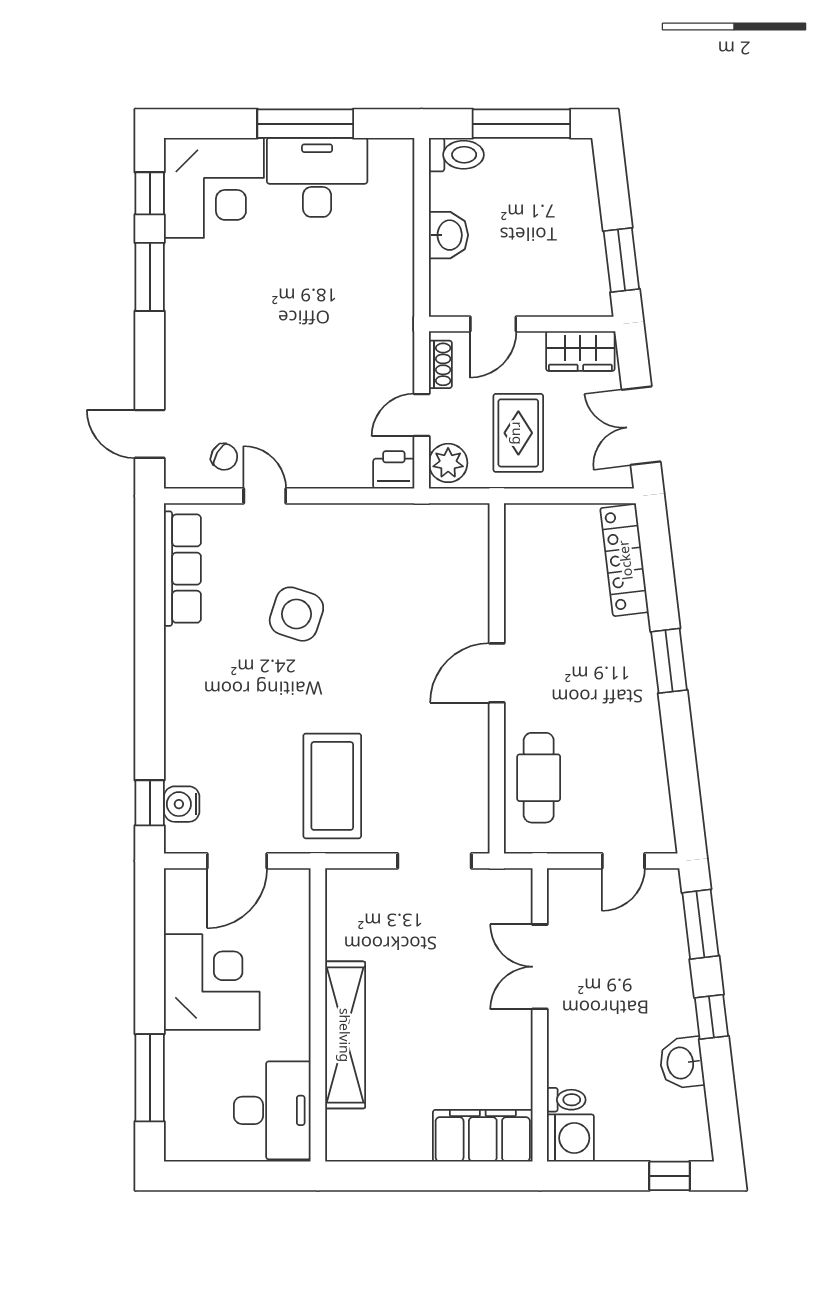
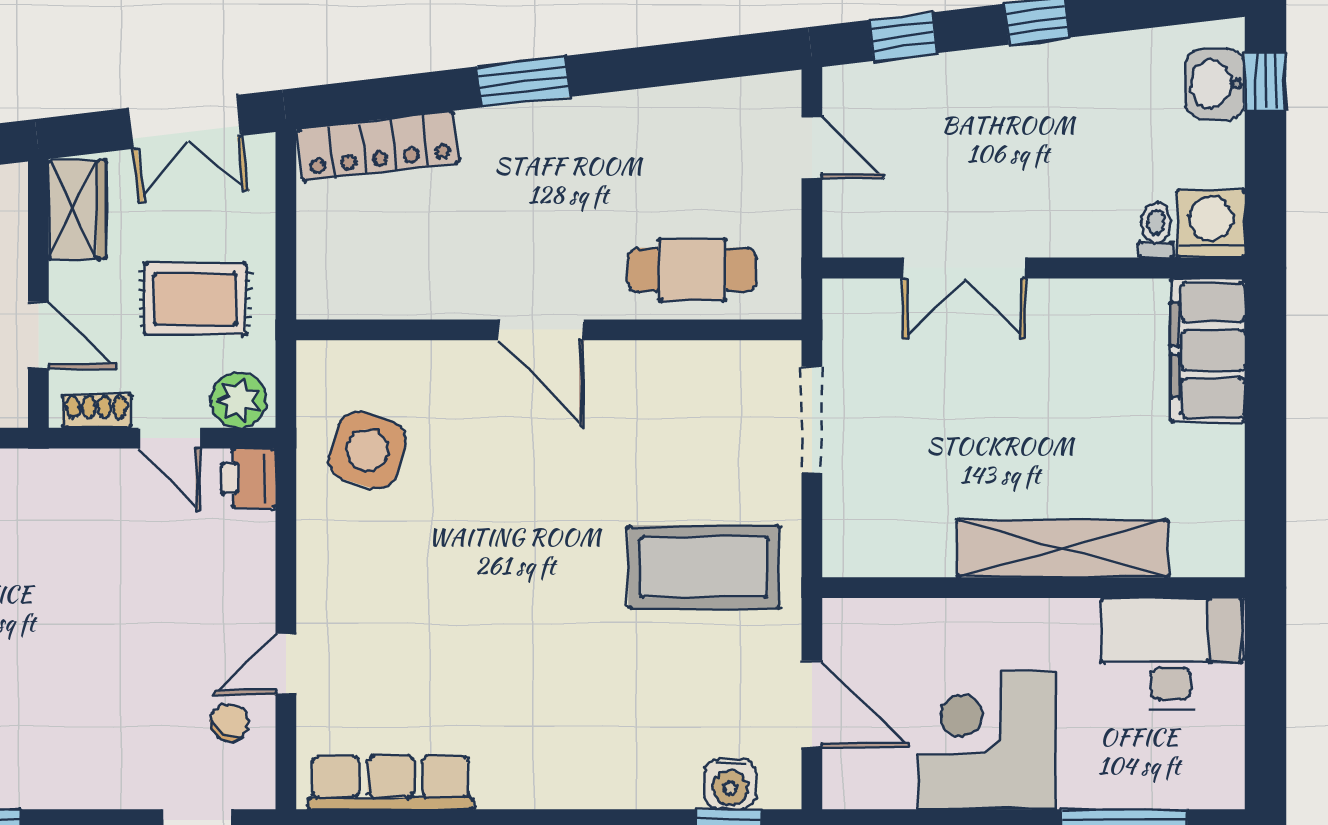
side table: (296, 614) -> (367, 450), moved
window: (700, 924) -> (903, 37), width x0.67
washbasin: (682, 1063) -> (1215, 84), moved, turned 97

